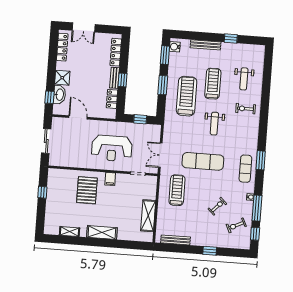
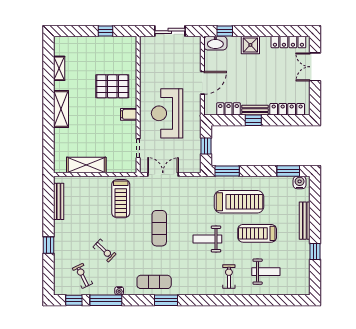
weight bench: (244, 79) -> (266, 272), turned 180
treadmill: (213, 84) -> (257, 233), turned 180
window: (163, 85) -> (227, 171), moved
washbasin: (59, 95) -> (215, 43), moved
door: (78, 117) -> (202, 83), moved
exercise mat: (203, 161) -> (159, 228), width x0.73, depth x0.69
treadmill: (177, 190) -> (121, 199), turned 90

